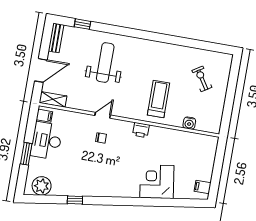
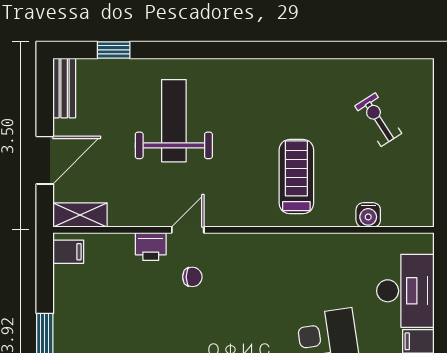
printer: (141, 130) -> (151, 247), moved
desk: (46, 141) -> (405, 291), moved, turned 180

